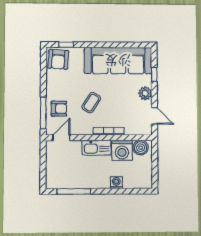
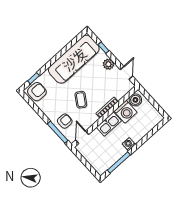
armchair: (58, 59) -> (37, 92), turned -94
door: (154, 116) -> (126, 73), hinge flipped
washing machine: (116, 183) -> (129, 144), moved

